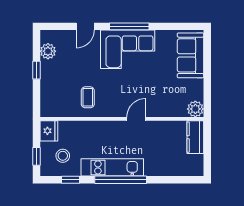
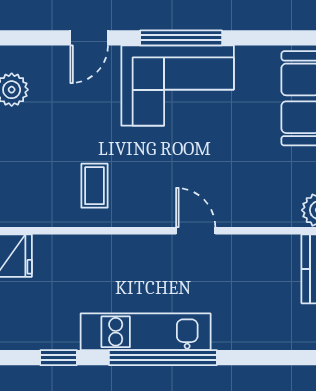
door: (136, 119) -> (196, 231), hinge flipped
stool: (63, 156) -> (42, 308), removed

